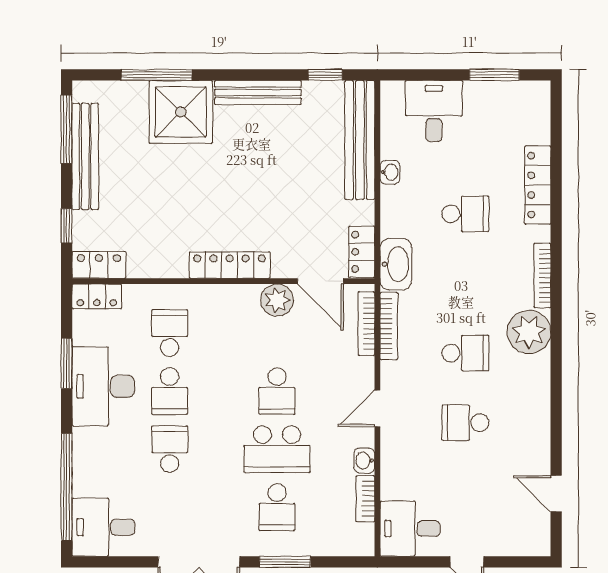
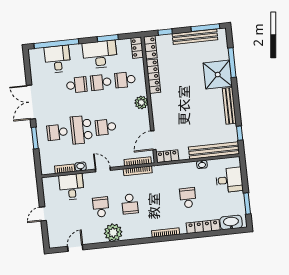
school desk: (465, 214) -> (188, 198), turned 180
washbasin: (396, 264) -> (231, 222), moved, turned 180
locker: (230, 265) -> (153, 76), moved
plant: (277, 300) -> (141, 103), moved
plant: (529, 332) -> (113, 233), moved
school desk: (170, 333) -> (125, 80), turned 180
desk: (103, 527) -> (57, 59), moved
desk: (410, 529) -> (72, 187), moved

